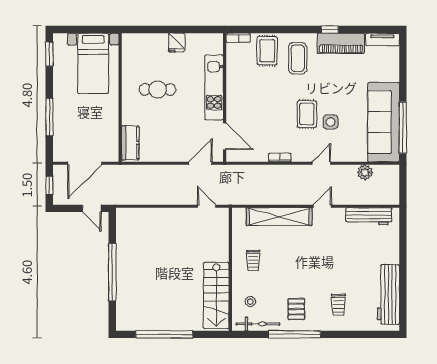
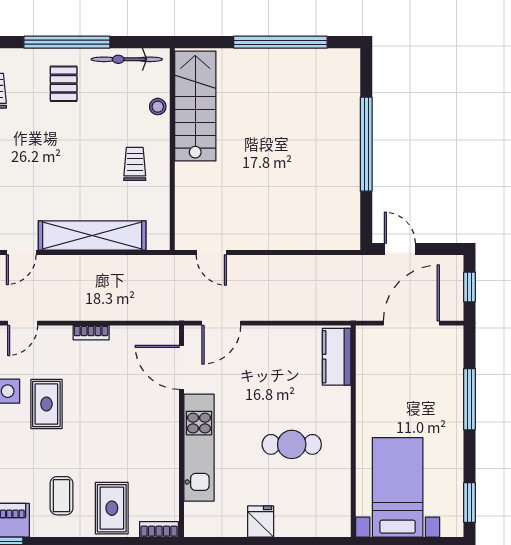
coffee table: (298, 58) -> (62, 496), width x0.73, depth x0.77
stool: (250, 302) -> (158, 107), moved

